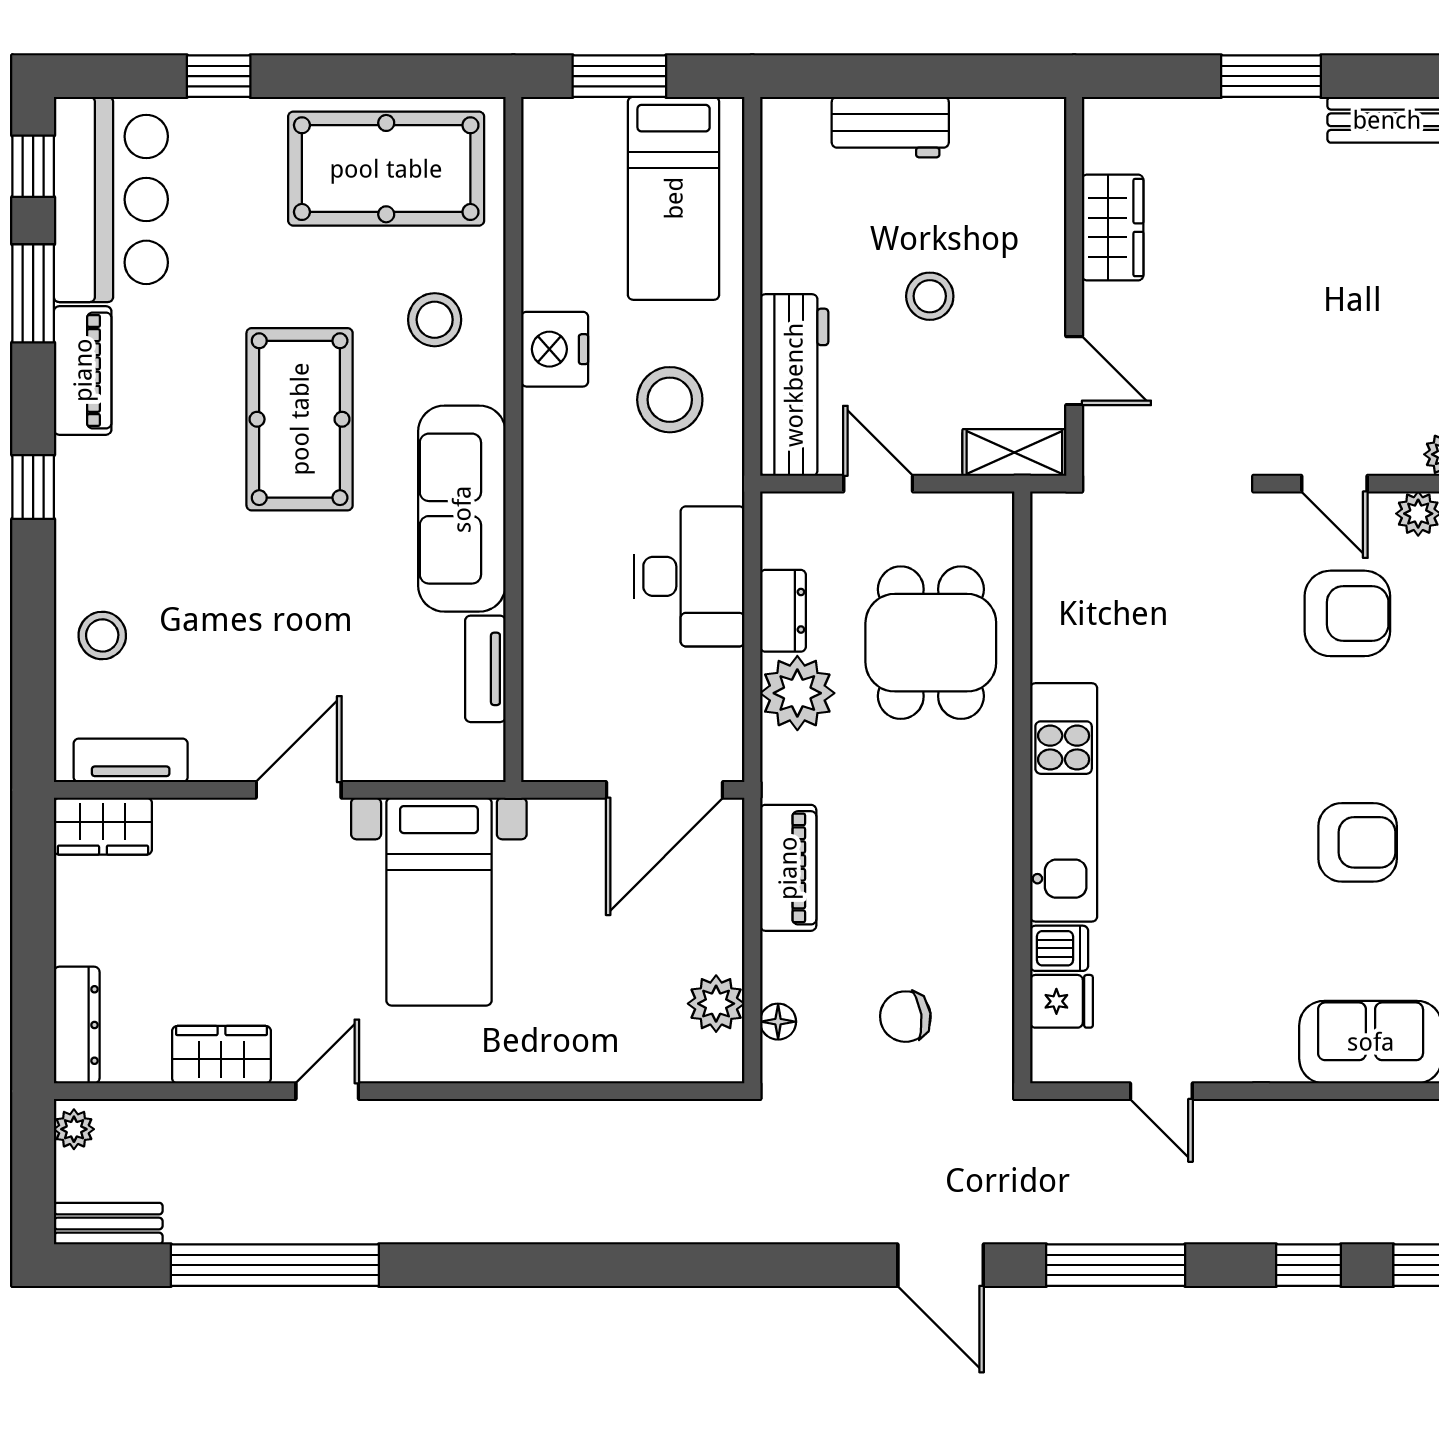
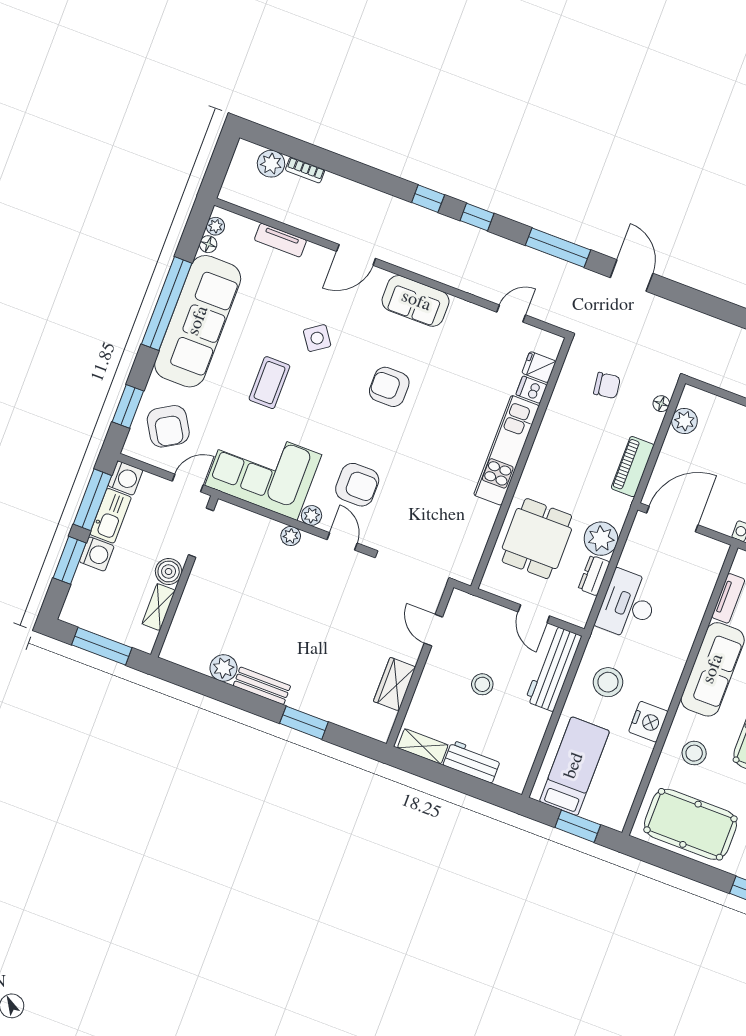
shelving: (1014, 452) -> (423, 746), moved
armchair: (1347, 613) -> (357, 485), turned 180
door: (1161, 1091) -> (511, 314), hinge flipped

